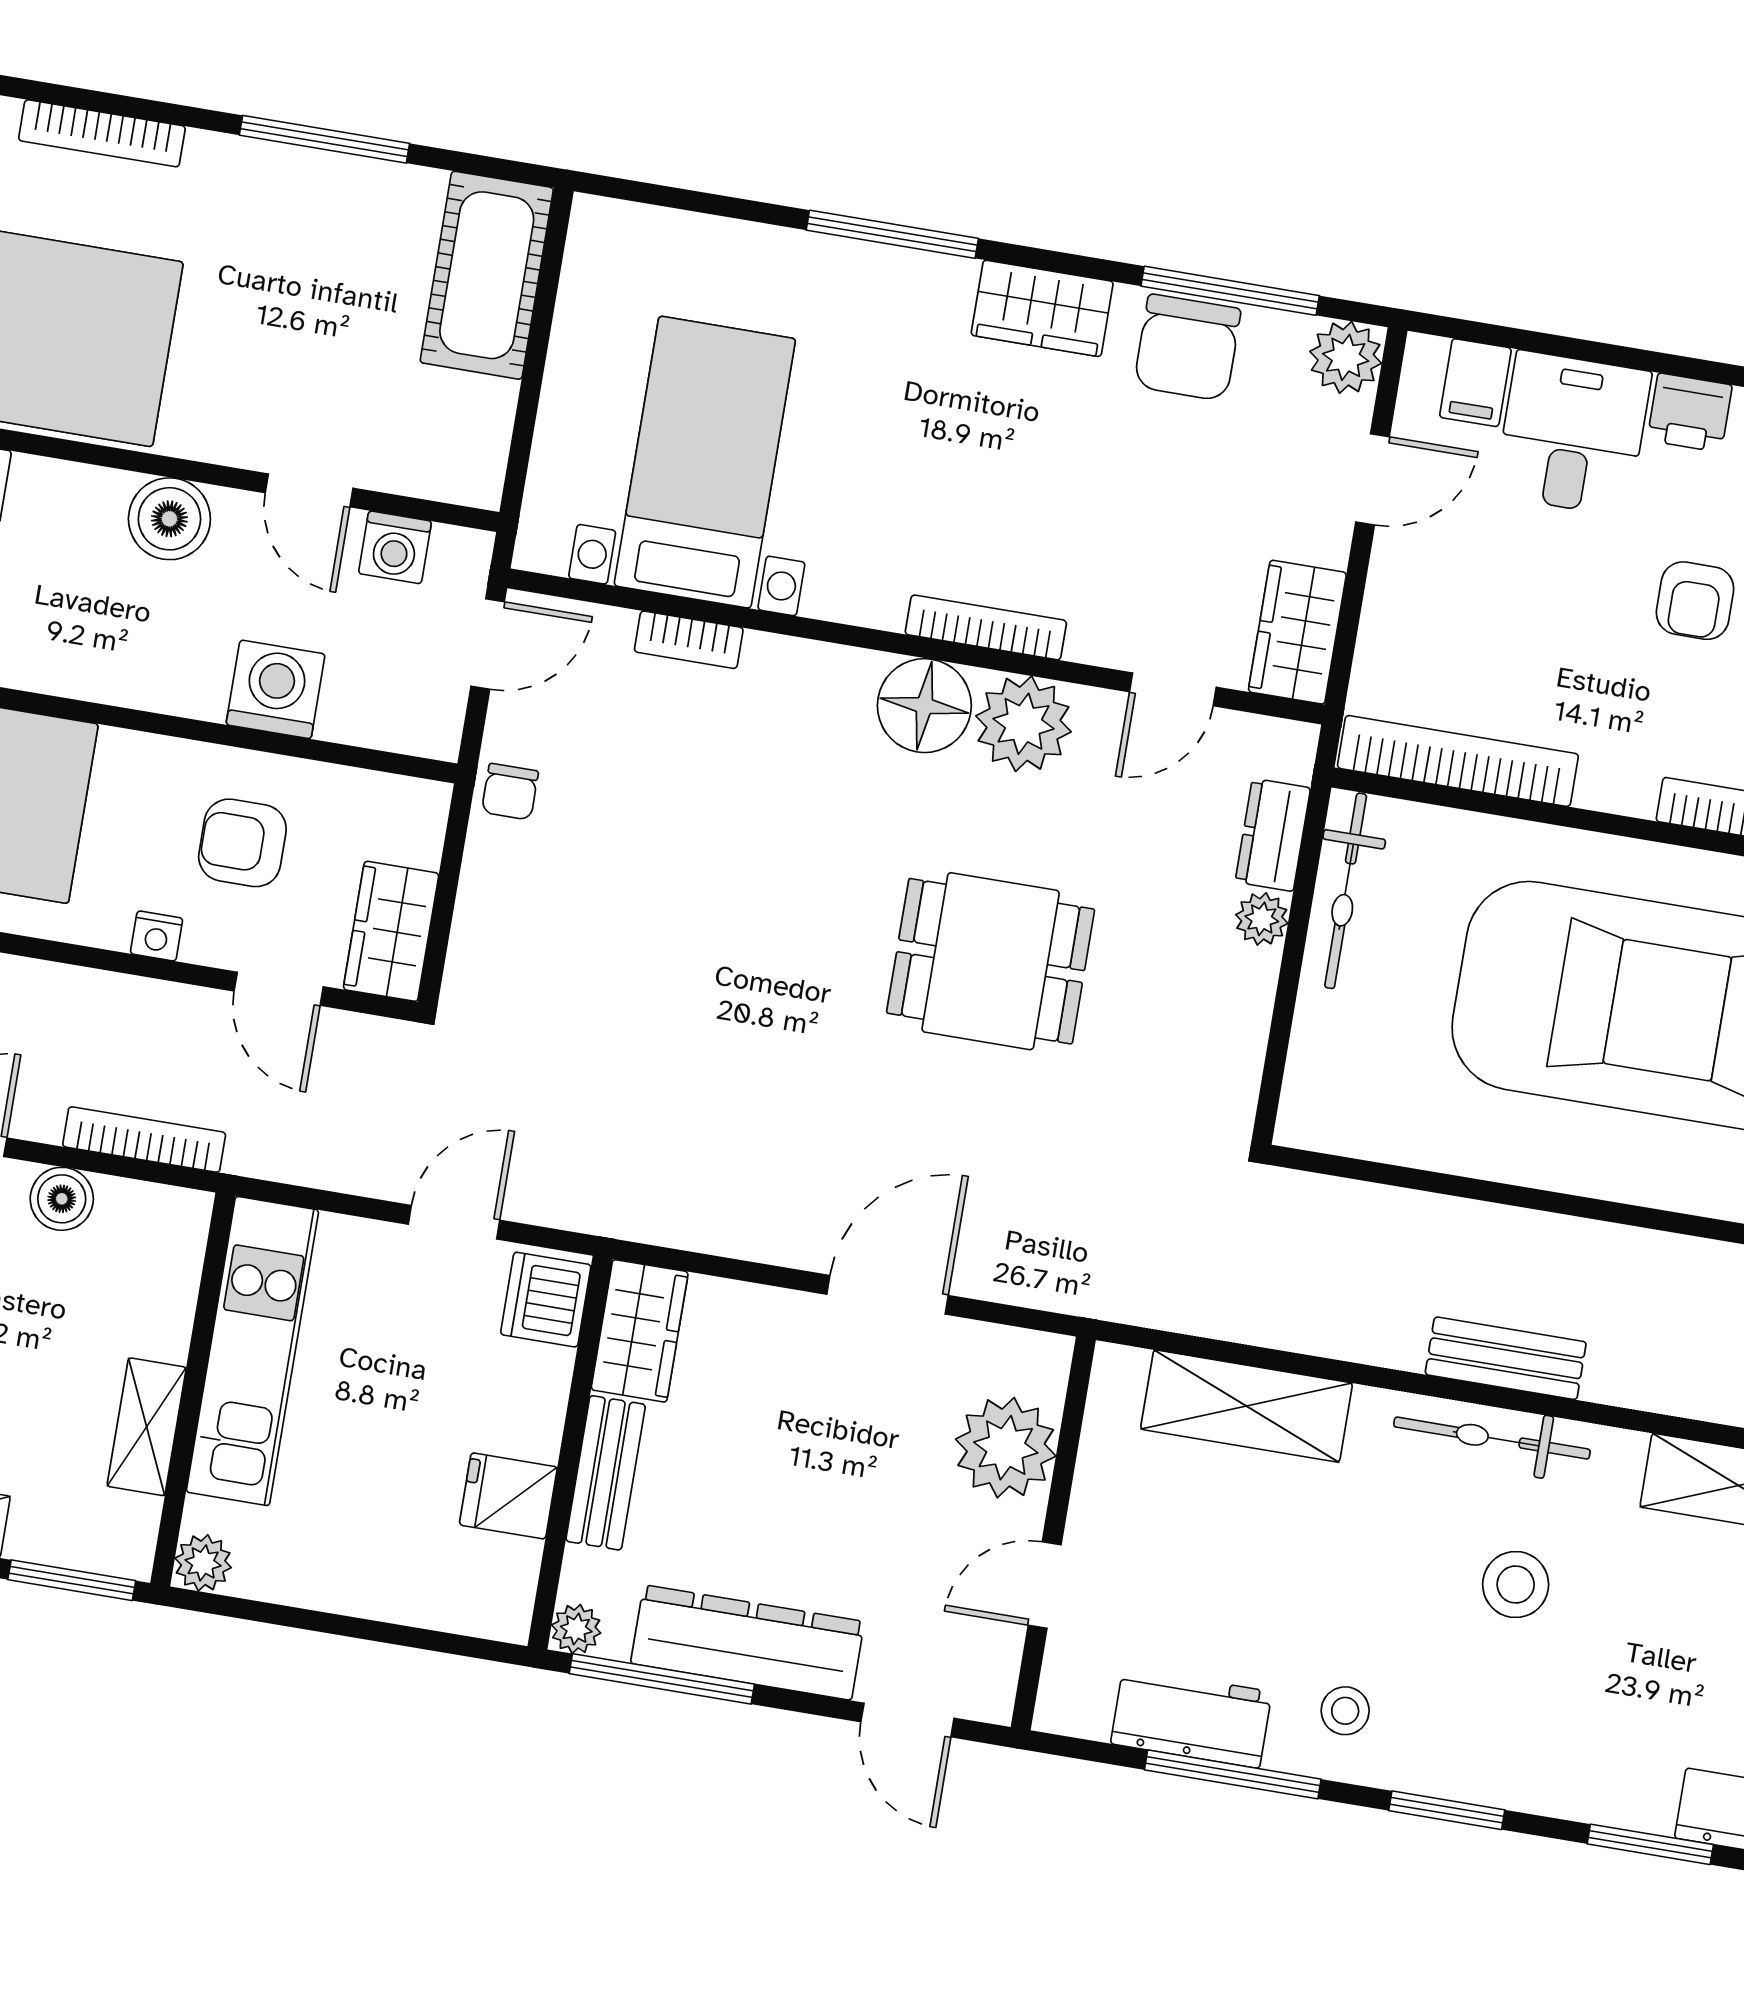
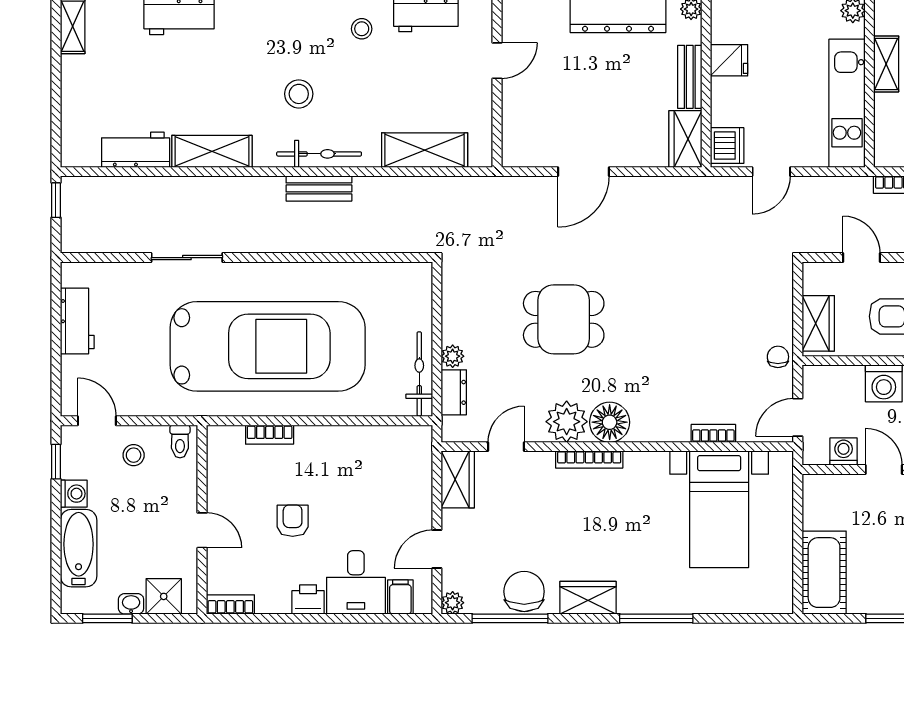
plant: (1346, 357) -> (453, 603), width x0.73, depth x0.73
bookcase: (1458, 761) -> (381, 437), removed
wardrobe: (391, 931) -> (818, 323), moved
plant: (1006, 1448) -> (523, 116), removed

